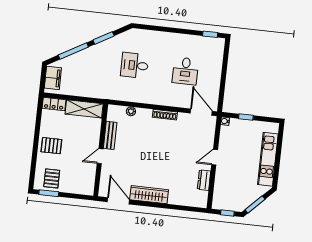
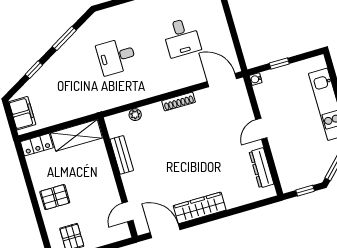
window: (73, 51) -> (34, 70), width x0.46
door: (100, 156) -> (128, 212), moved
dresser: (204, 180) -> (261, 168), width x1.44

